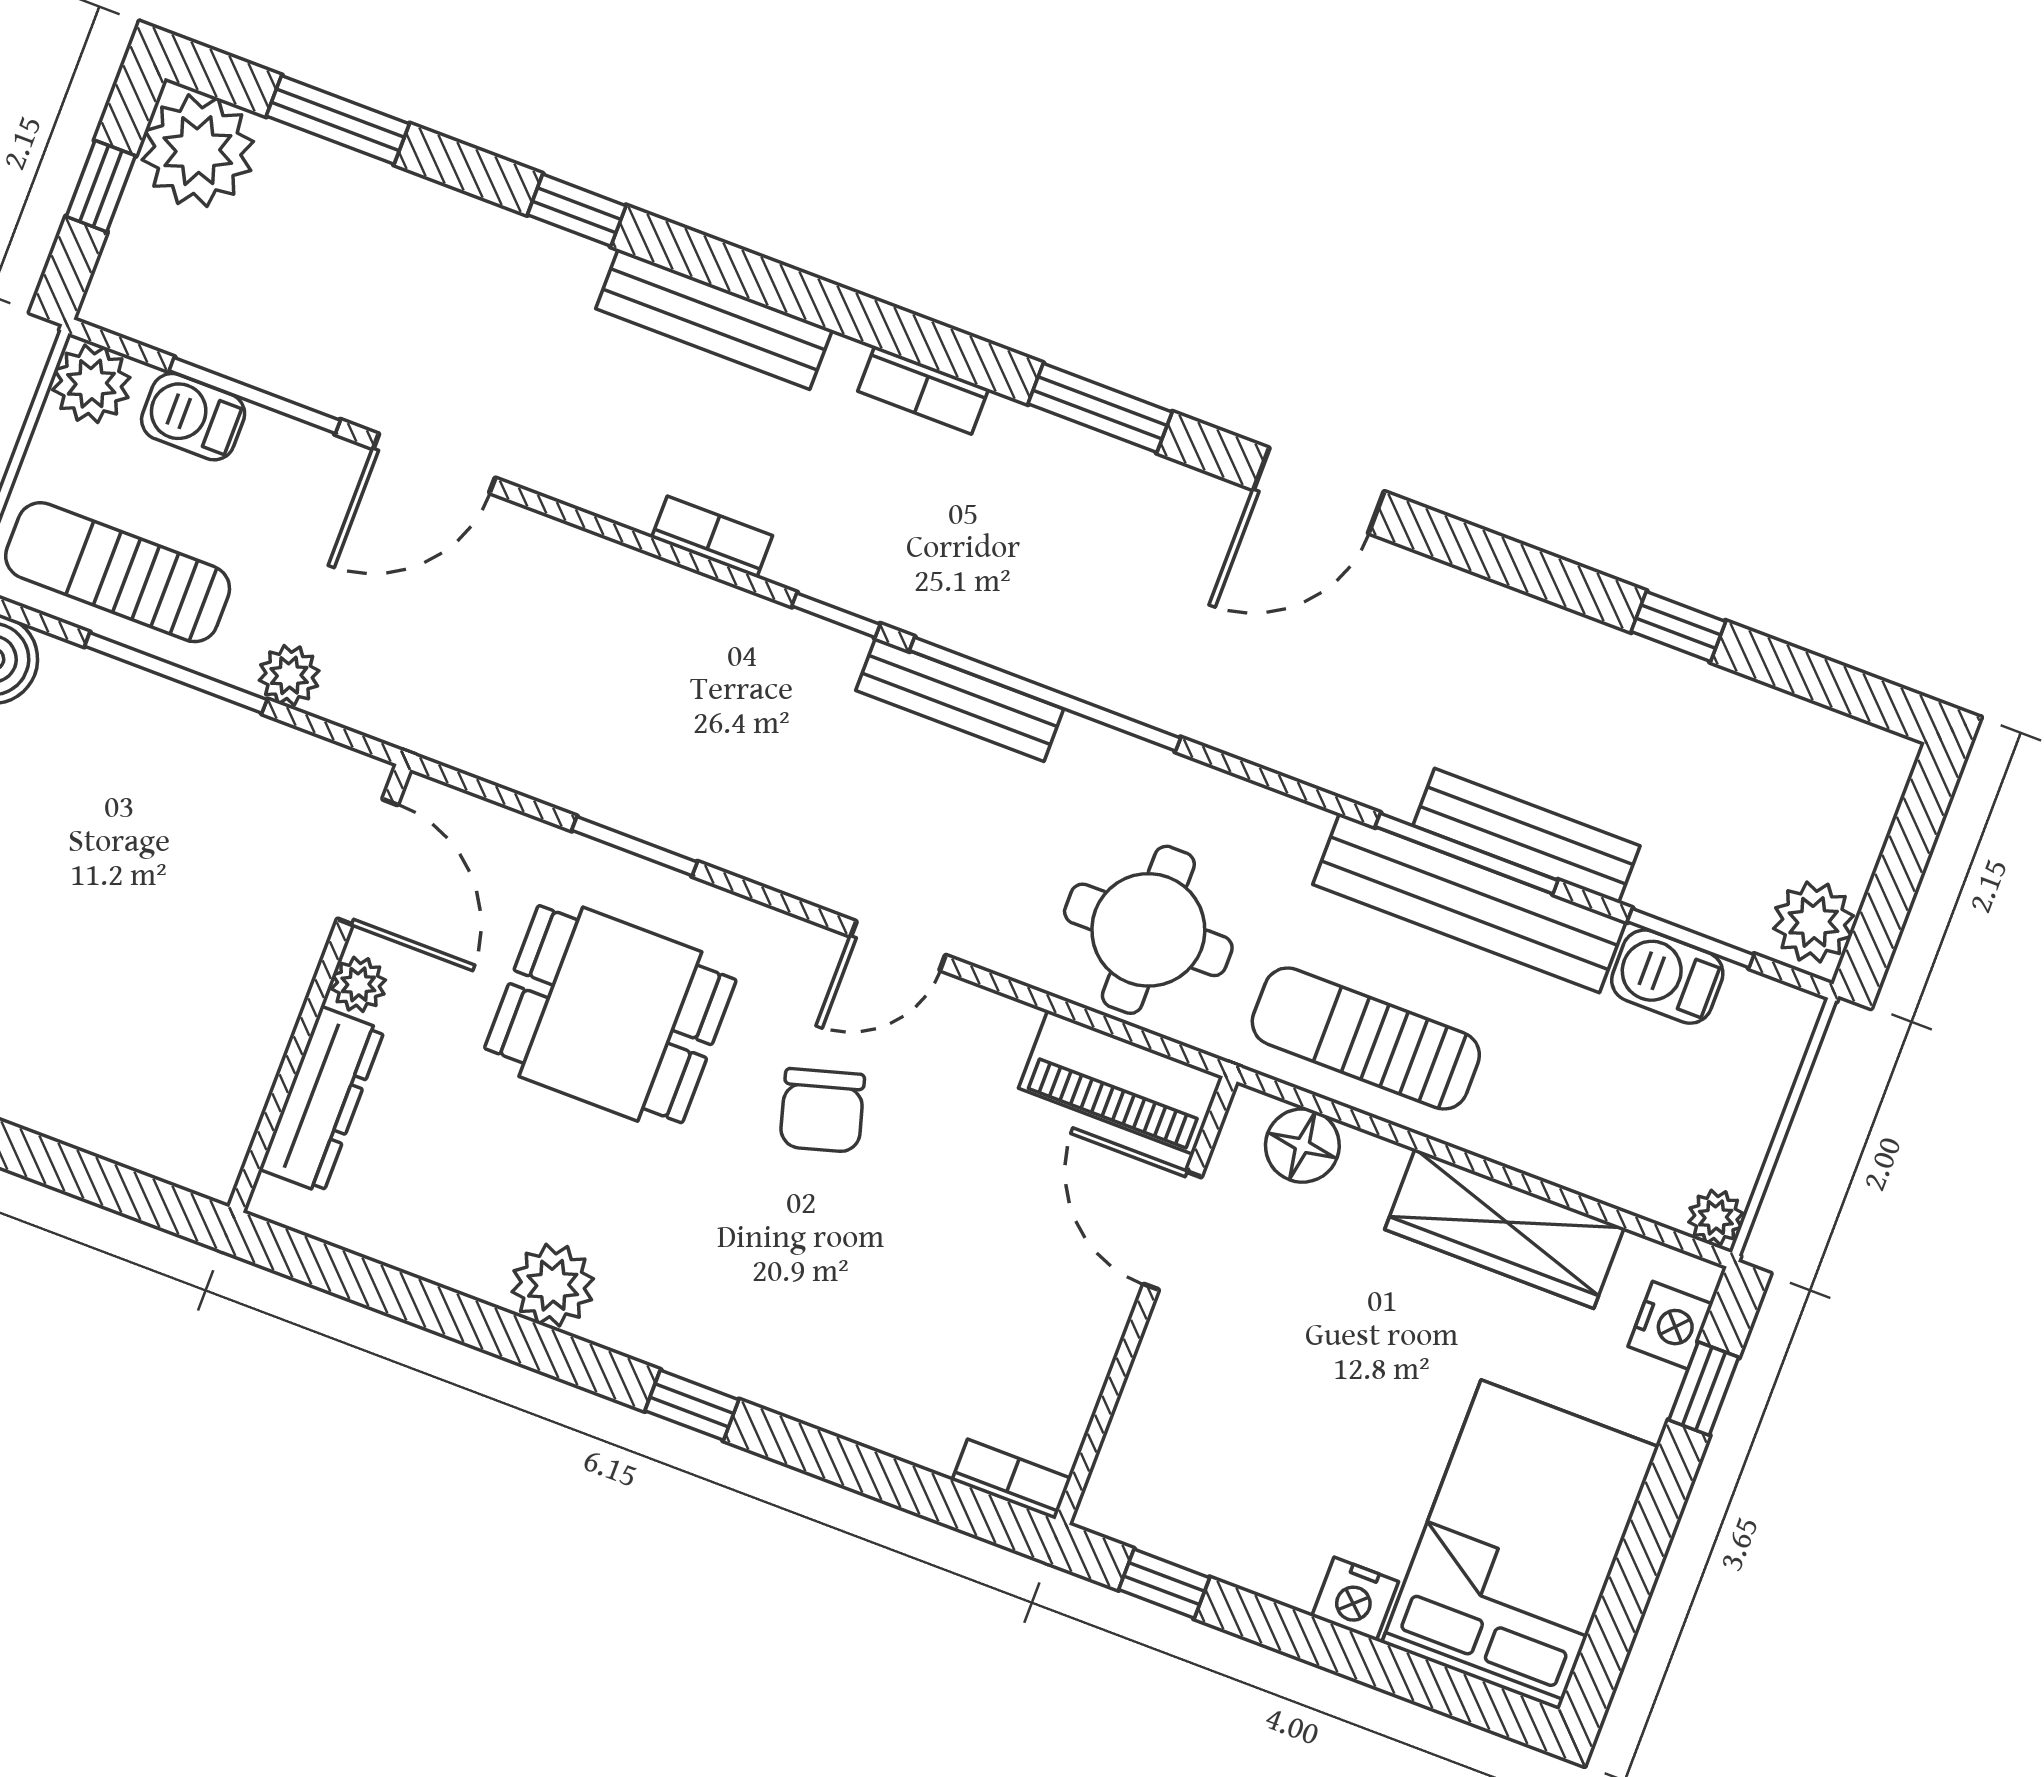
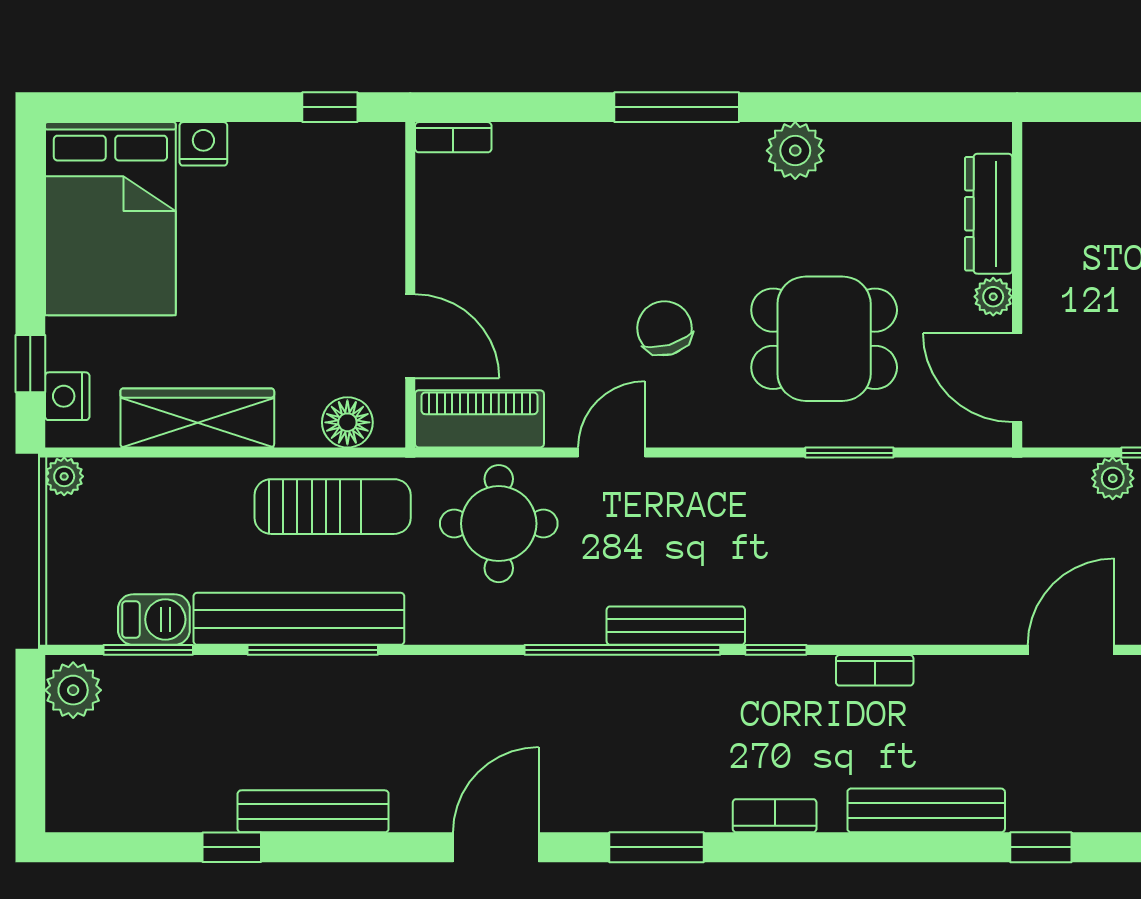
bench: (1527, 836) -> (313, 811), moved
door: (898, 946) -> (611, 453), moved
window: (692, 1405) -> (677, 107), width x2.17

